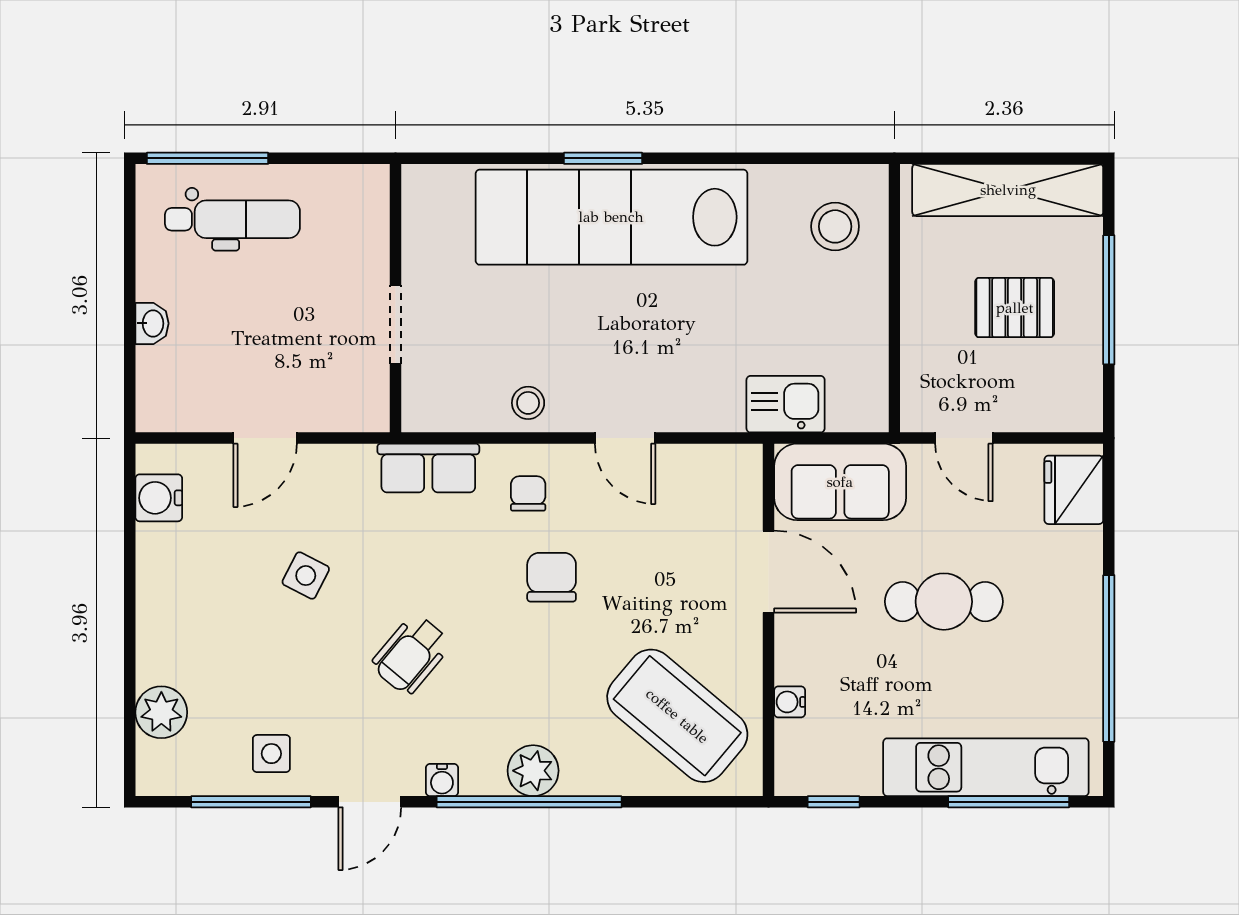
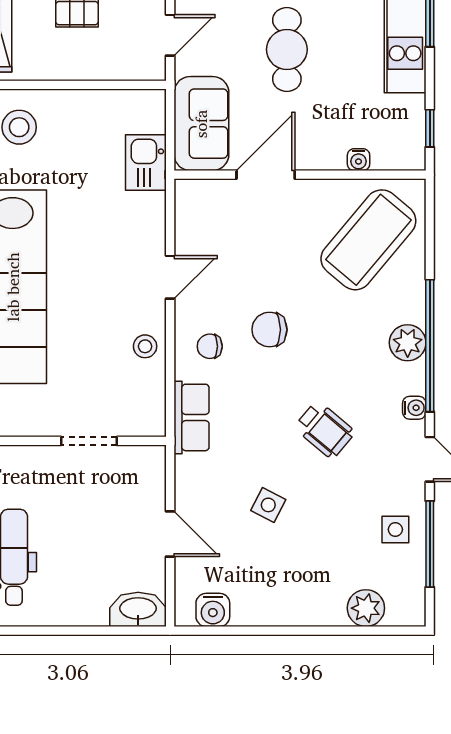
washbasin: (152, 323) -> (138, 609), moved, width x1.91, depth x1.45

